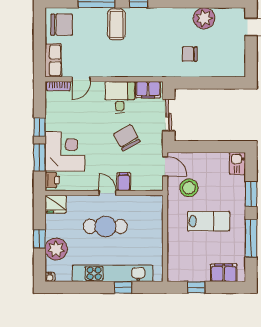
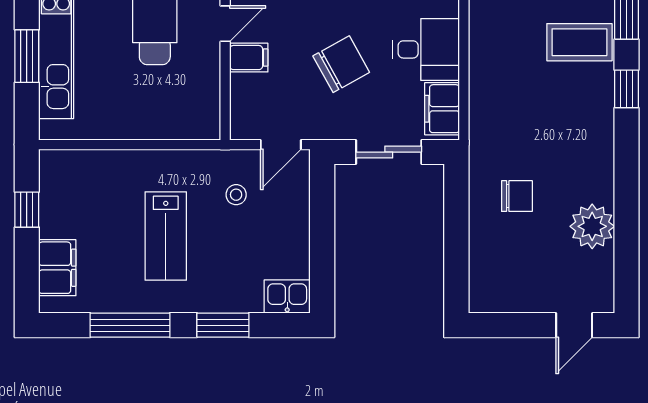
chair: (190, 54) -> (517, 196), turned 90
stool: (189, 188) -> (236, 195), width x0.53, depth x0.53
window: (123, 287) -> (27, 56), width x1.50

